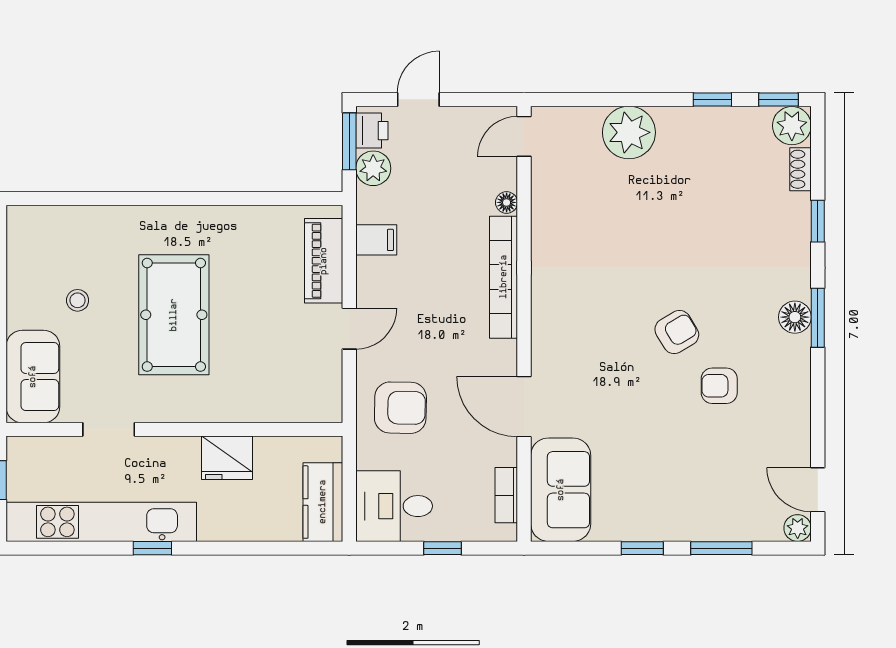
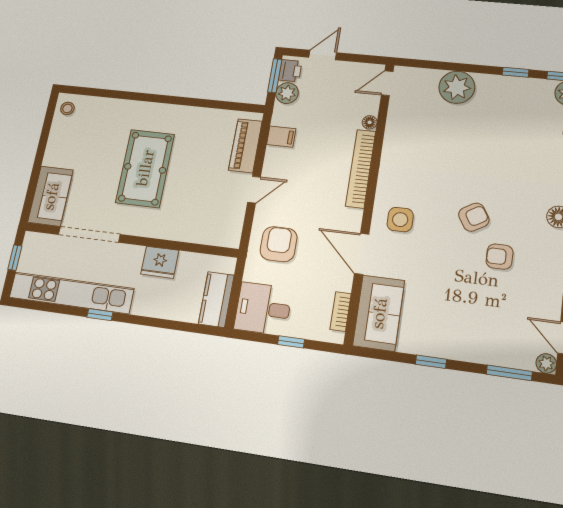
stool: (78, 300) -> (67, 108), moved
side table: (572, 349) -> (400, 220), added
armchair: (400, 408) -> (279, 244), turned -91
doorway: (109, 429) -> (89, 234), width x1.88
window: (721, 548) -> (509, 373), moved

